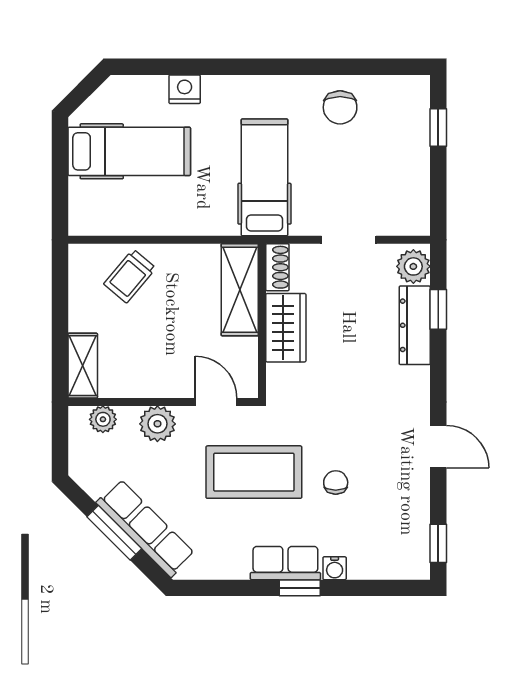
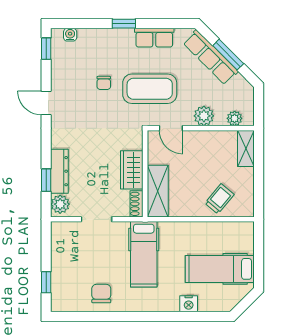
row of seats: (285, 563) -> (154, 38), moved
water cooler: (335, 568) -> (70, 35), moved

